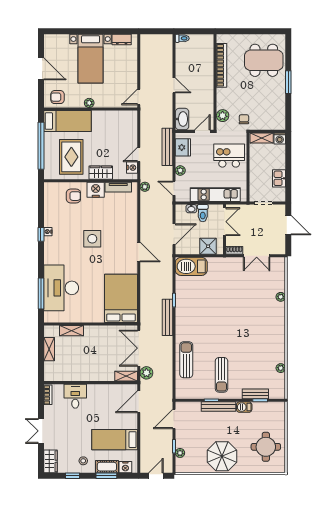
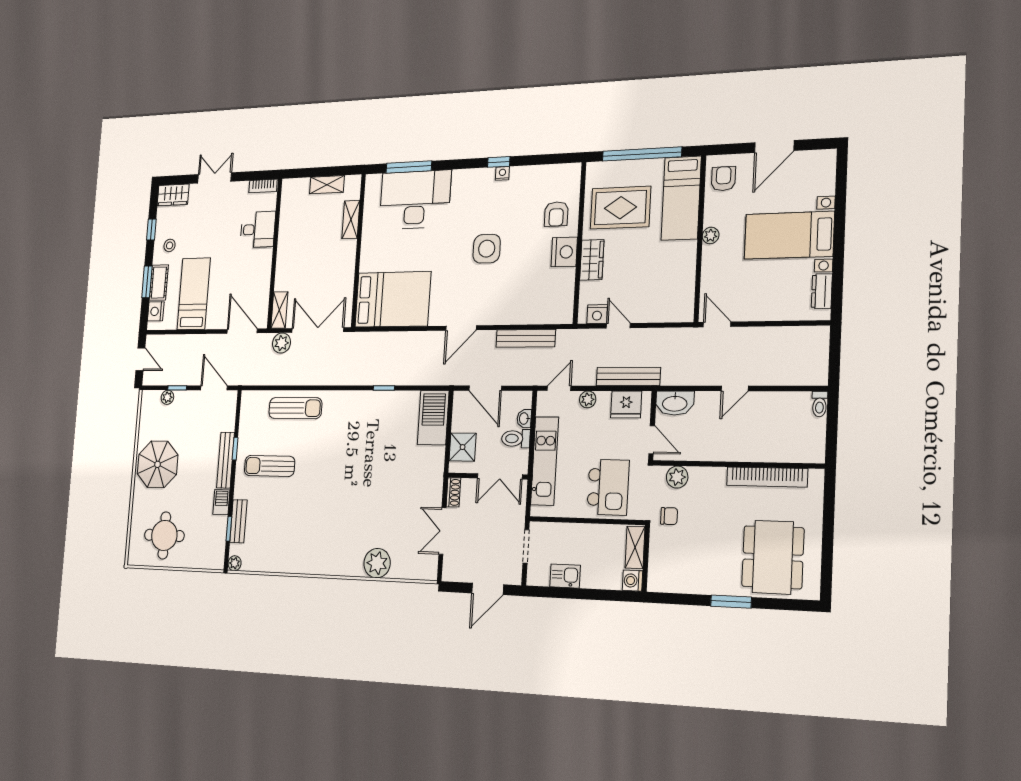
tv unit: (118, 187) -> (566, 291), removed
plant: (145, 187) -> (564, 337), removed
plant: (281, 297) -> (377, 563), width x1.87, depth x1.87
bench: (167, 317) -> (526, 338), moved
plant: (281, 368) -> (235, 563), moved

